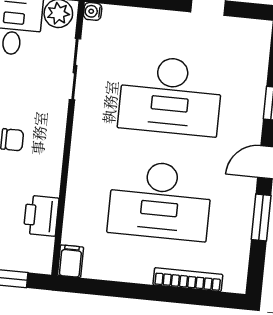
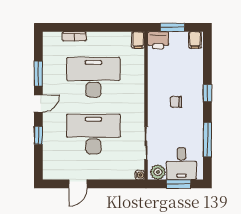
printer: (41, 216) -> (158, 40), moved, turned 90
bookcase: (188, 280) -> (74, 36), width x0.64

